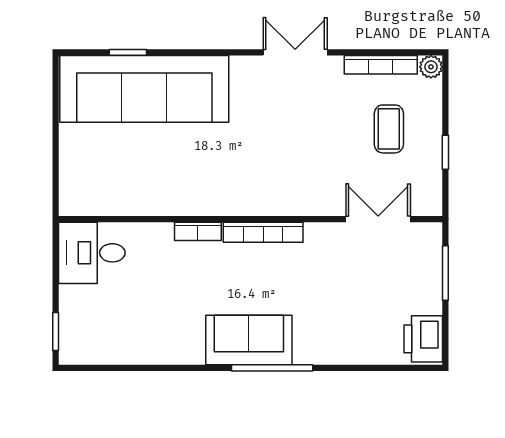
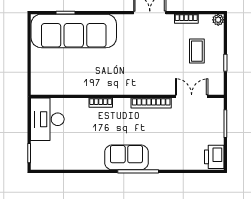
bookcase: (381, 65) -> (186, 19), width x0.64
bookcase: (263, 232) -> (151, 103), moved
desk: (92, 253) -> (47, 119), width x1.37

